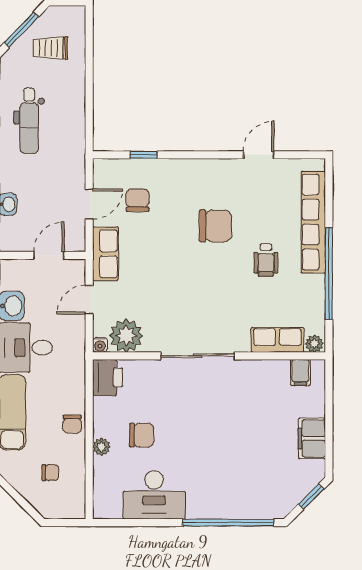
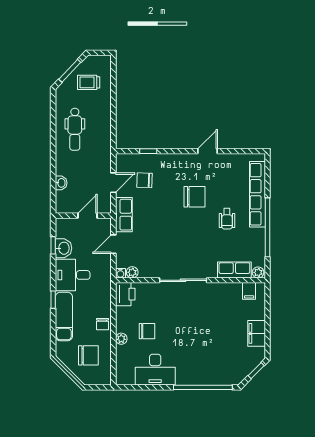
door: (259, 155) -> (208, 151), moved
chair: (138, 200) -> (144, 180), turned -88
plant: (126, 336) -> (132, 272), width x0.53, depth x0.53
chair: (50, 473) -> (88, 355), width x1.87, depth x1.87

